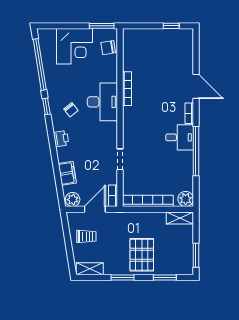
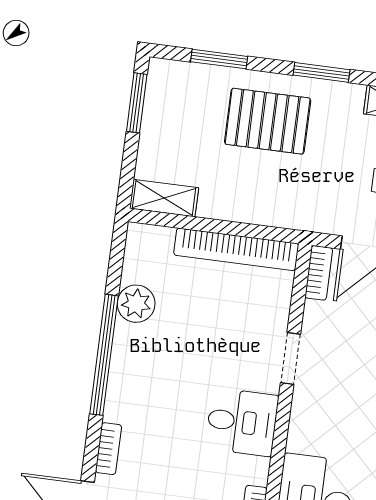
desk: (180, 137) -> (242, 422), moved, turned 180
plant: (186, 199) -> (136, 304), moved
pallet: (142, 255) -> (268, 121), turned 90

